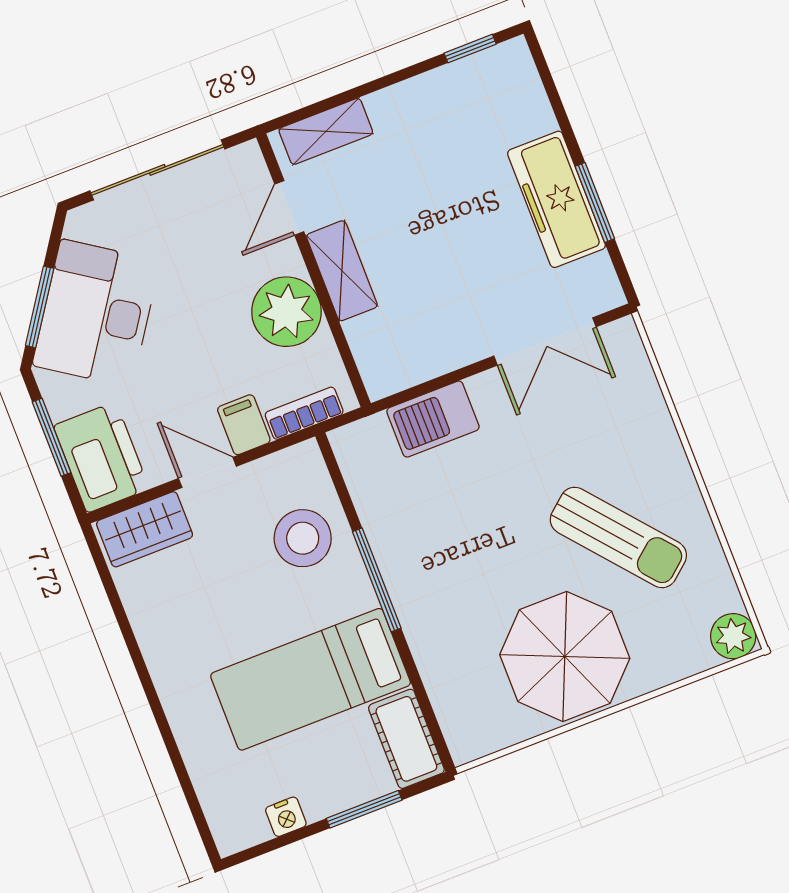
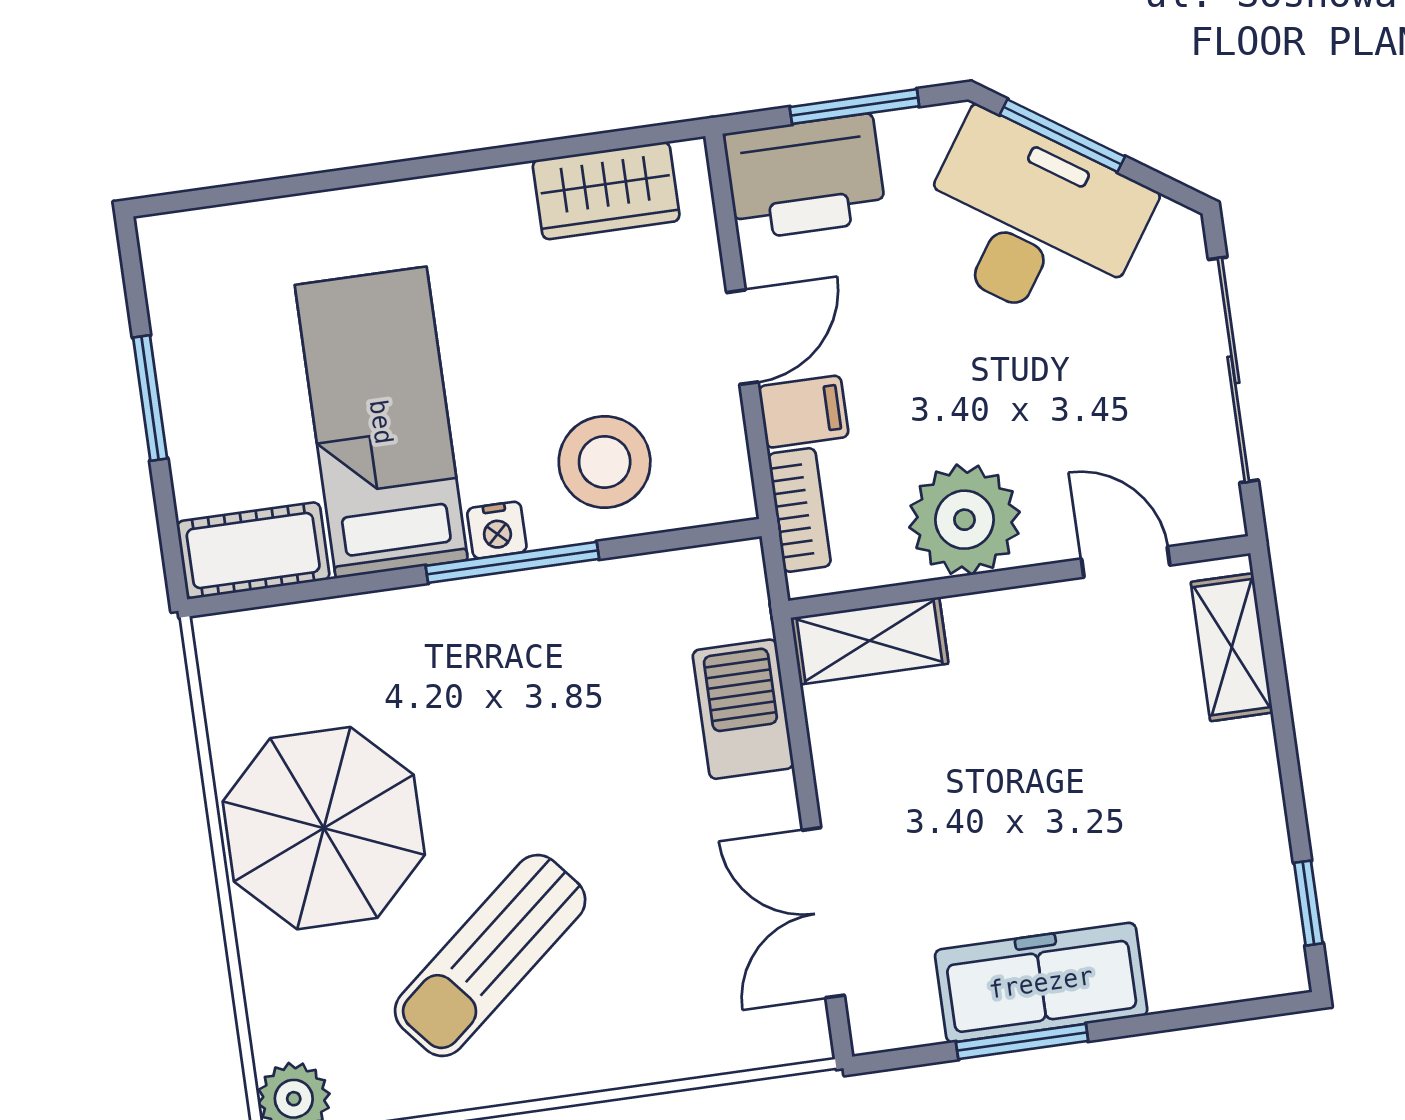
shelving: (342, 271) -> (869, 641), moved
wardrobe: (145, 529) -> (606, 191), moved, turned -90
window: (364, 809) -> (150, 398), moved
nightstand: (286, 817) -> (497, 530), moved, turned -90

